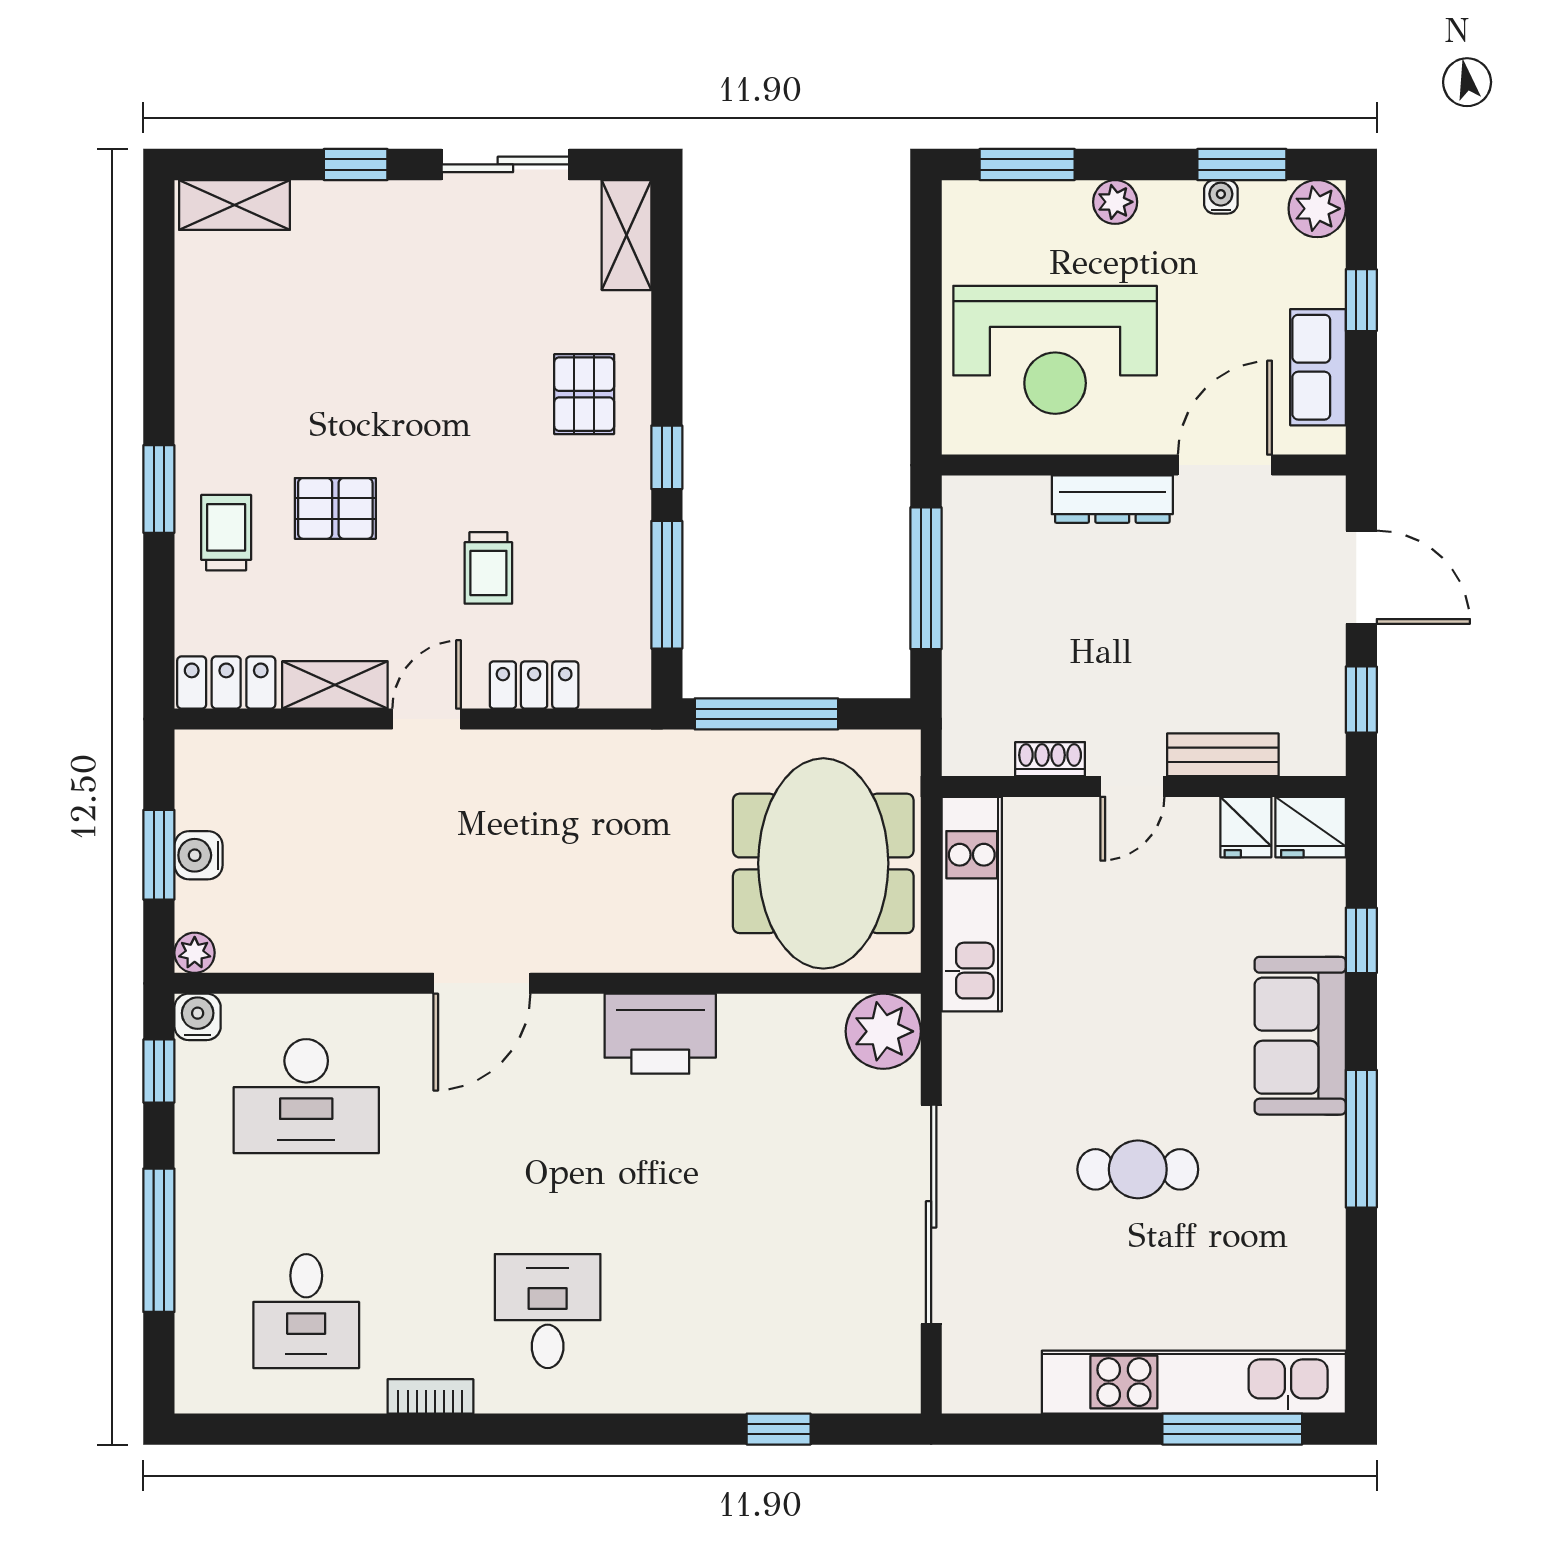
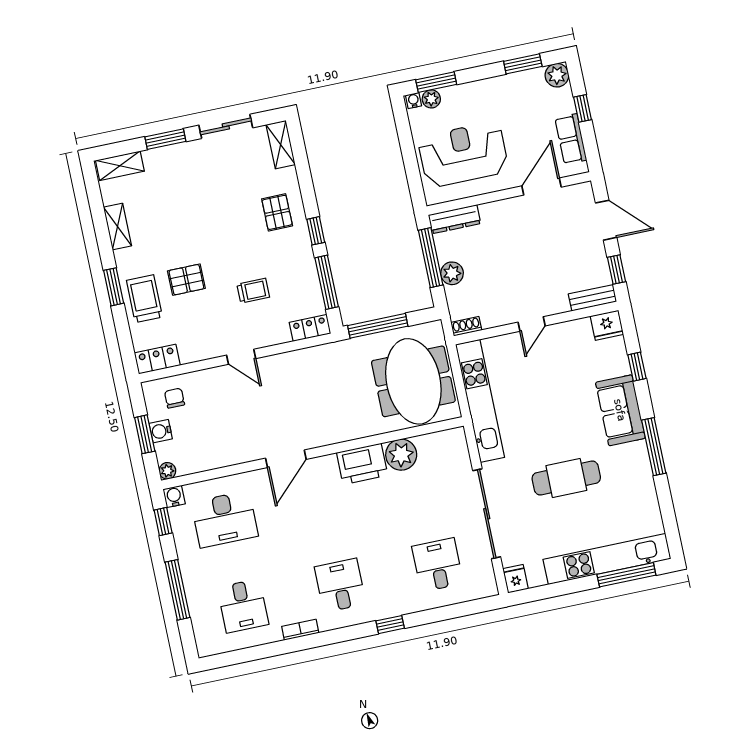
window: (356, 164) -> (165, 139), width x1.50
water cooler: (1221, 197) -> (414, 100), moved
plant: (1115, 202) -> (431, 99), moved
reception desk: (1055, 350) -> (463, 154), turned 180
dresser: (1112, 499) -> (455, 219), moved
trolley: (226, 533) -> (144, 299), width x1.36, depth x1.39
trolley: (488, 568) -> (253, 291), turned -90
plant: (969, 626) -> (452, 273), added
shelving: (335, 685) -> (117, 226), moved, turned 90
locker: (534, 685) -> (310, 328), moved
door: (427, 719) -> (241, 357), swing flipped
bench: (1223, 755) -> (592, 298), moved
shoe rack: (1050, 759) -> (466, 326), moved
chair: (248, 784) -> (174, 398), added
fridge: (1246, 827) -> (516, 579), moved, turned 180
kitchen unit: (972, 904) -> (480, 401), width x1.36
plant: (883, 1031) -> (401, 455), moved
cafe table: (1138, 1169) -> (566, 478), width x1.37, depth x1.35
desk: (789, 1311) -> (438, 565), added
window: (779, 1429) -> (390, 625), moved

